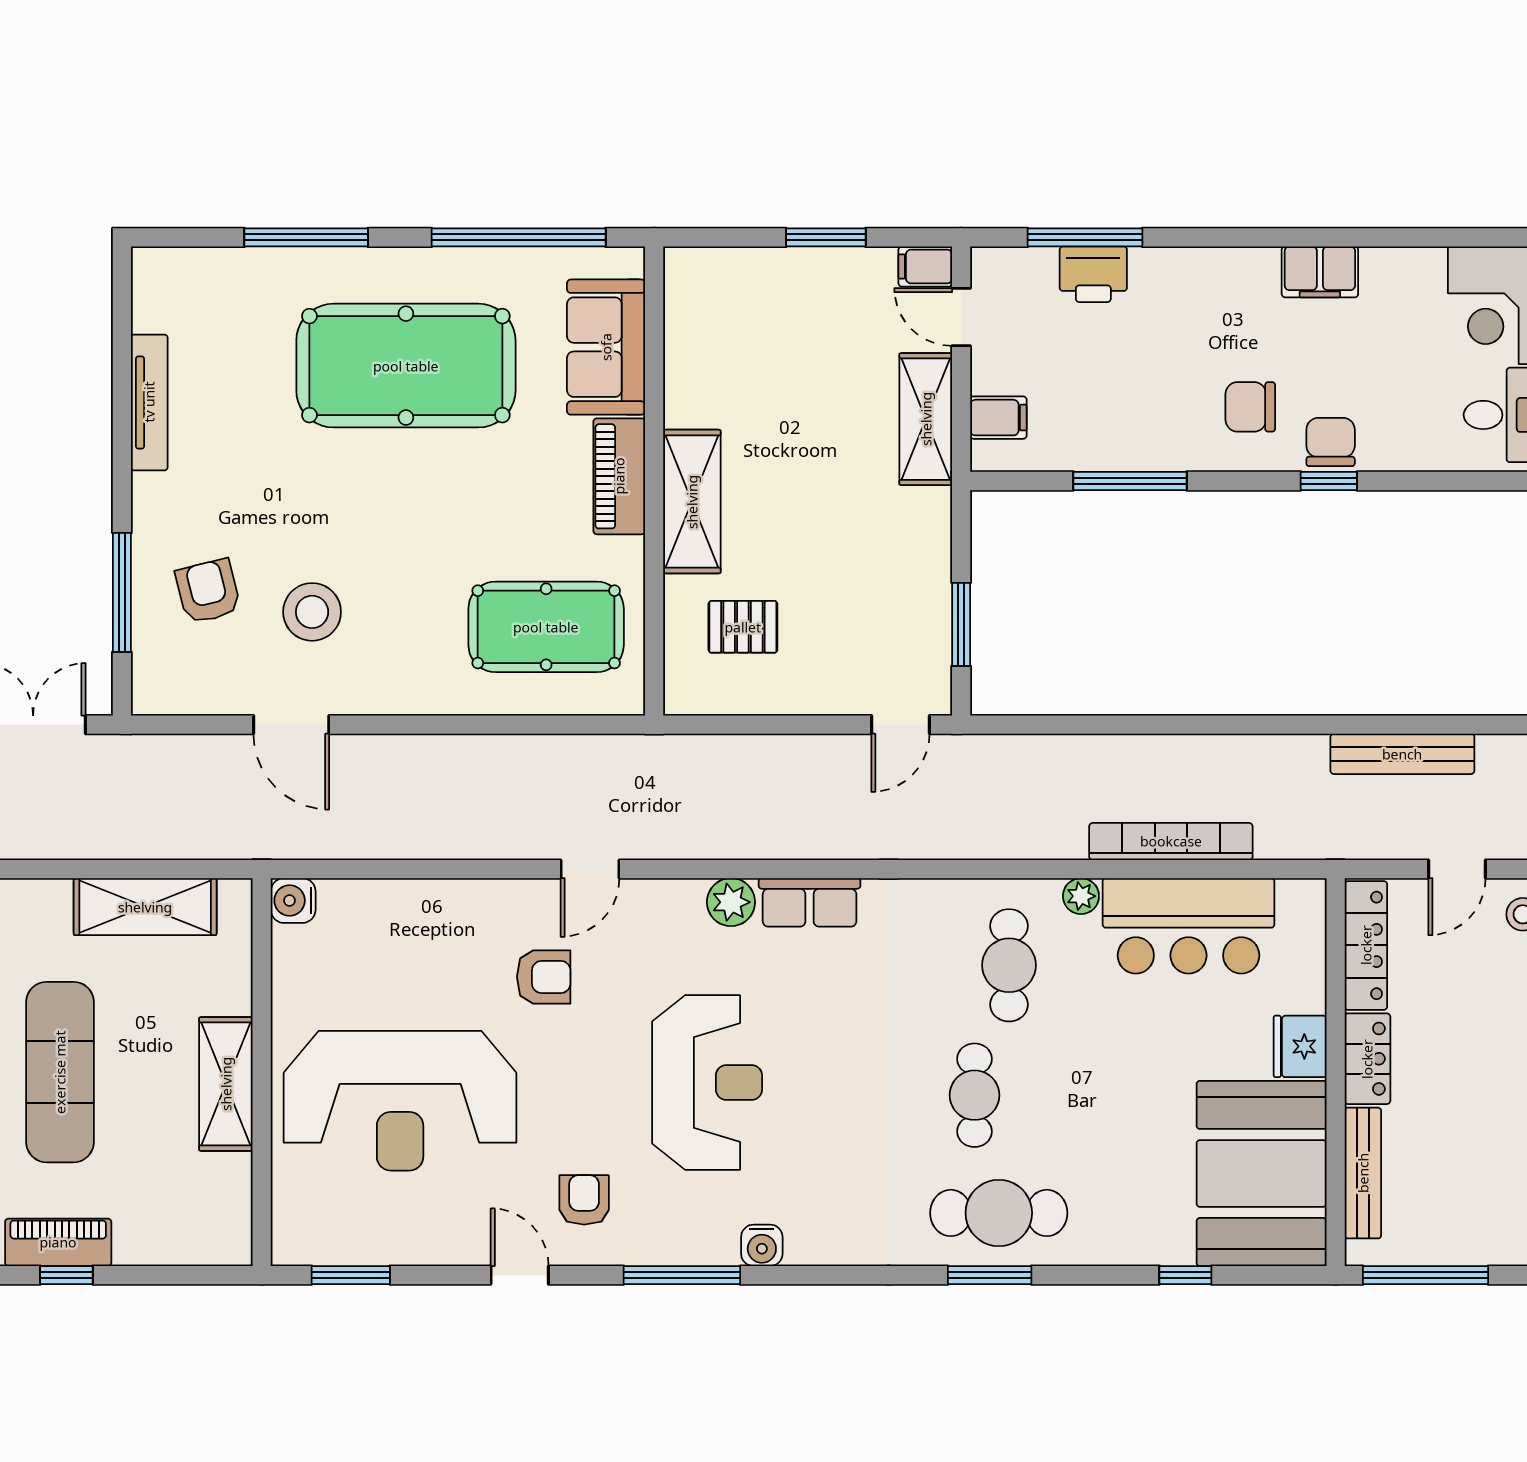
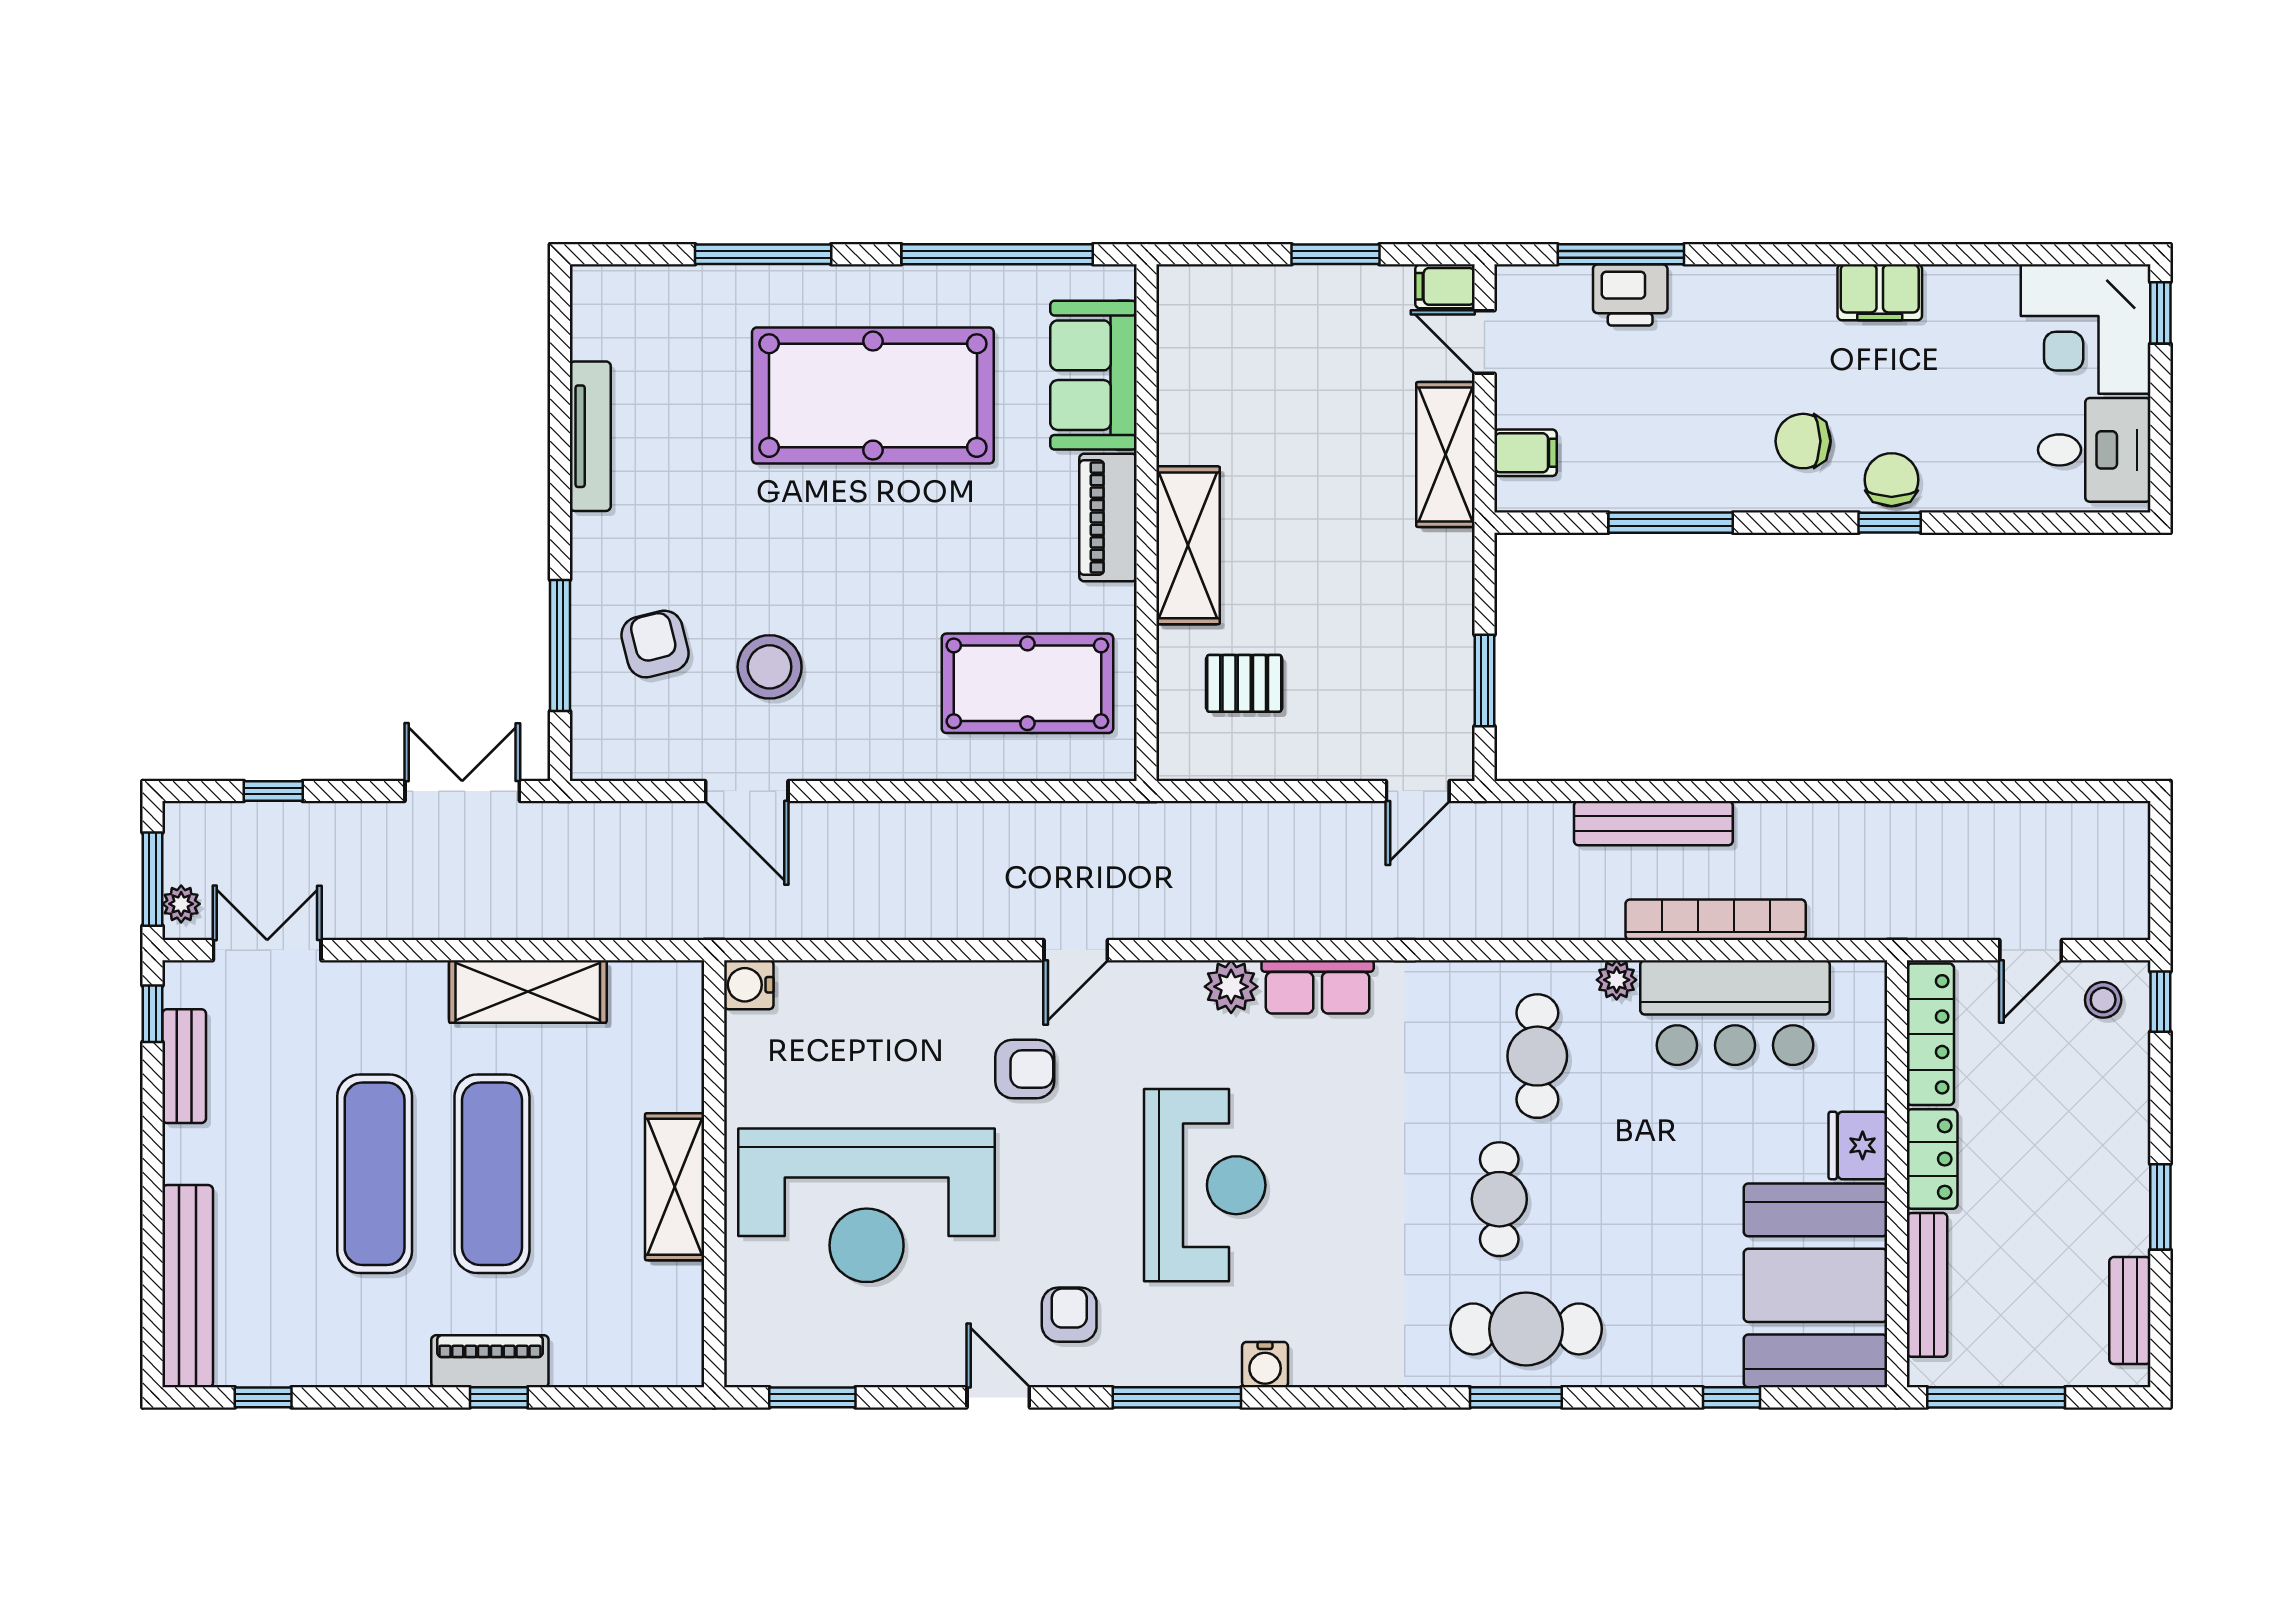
bench: (1402, 754) -> (1653, 823), moved
shelving: (145, 907) -> (528, 992), moved

